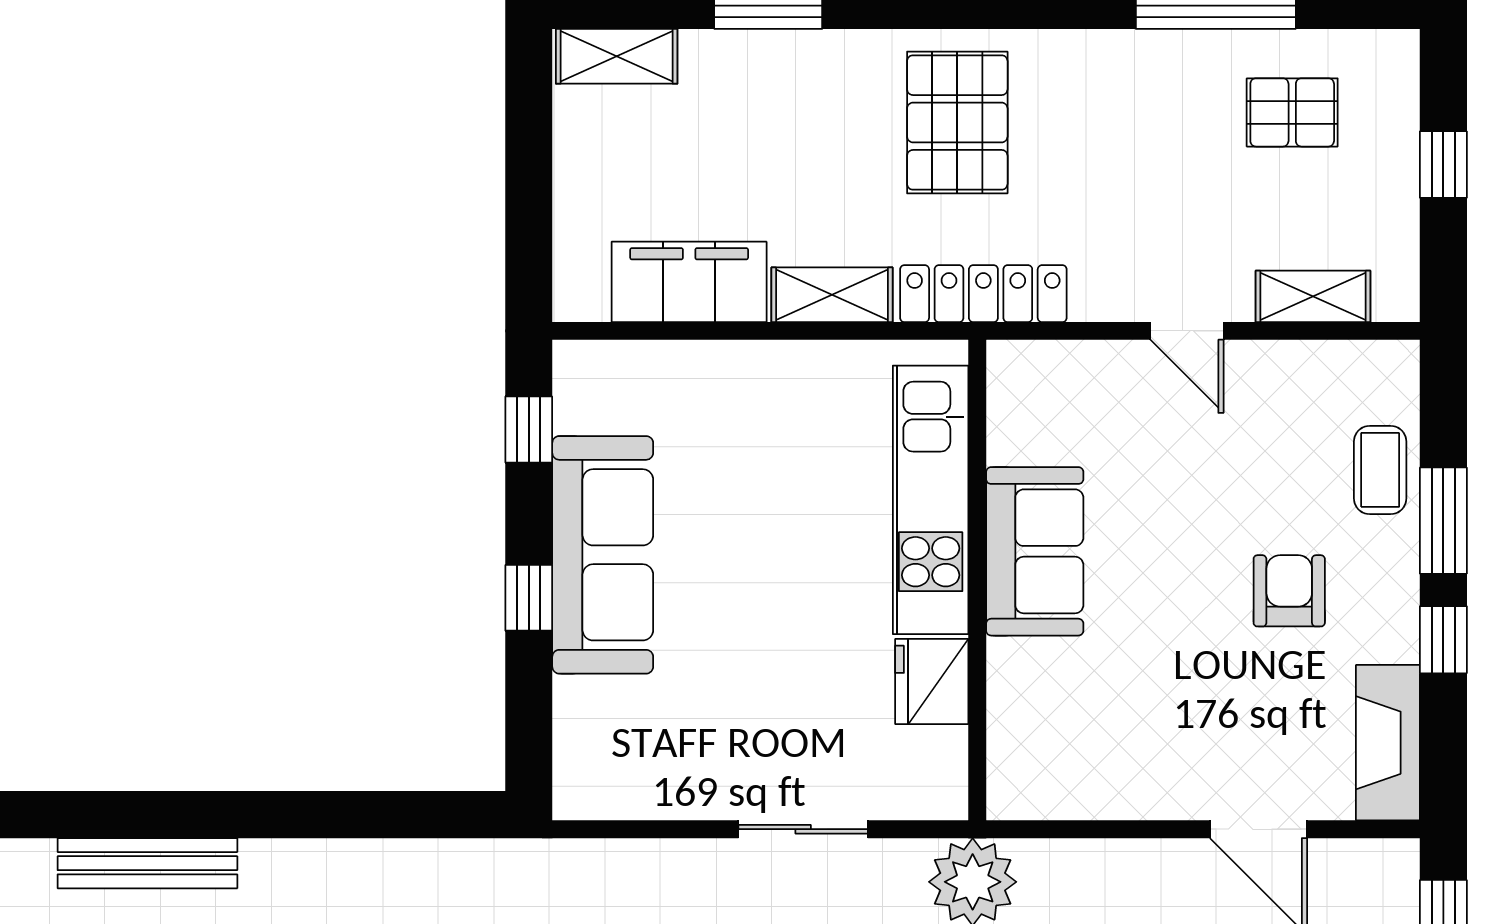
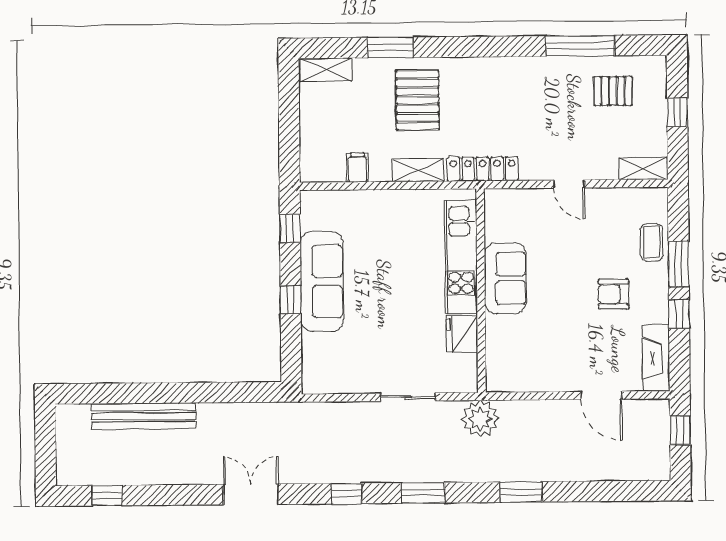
pallet: (957, 122) -> (417, 100), moved
filing cabinet: (689, 282) -> (358, 168), width x0.33, depth x0.86
shelving: (1313, 296) -> (644, 169), moved
armchair: (1289, 591) -> (613, 294), turned -90
bench: (147, 863) -> (144, 416), width x1.37, depth x1.21

